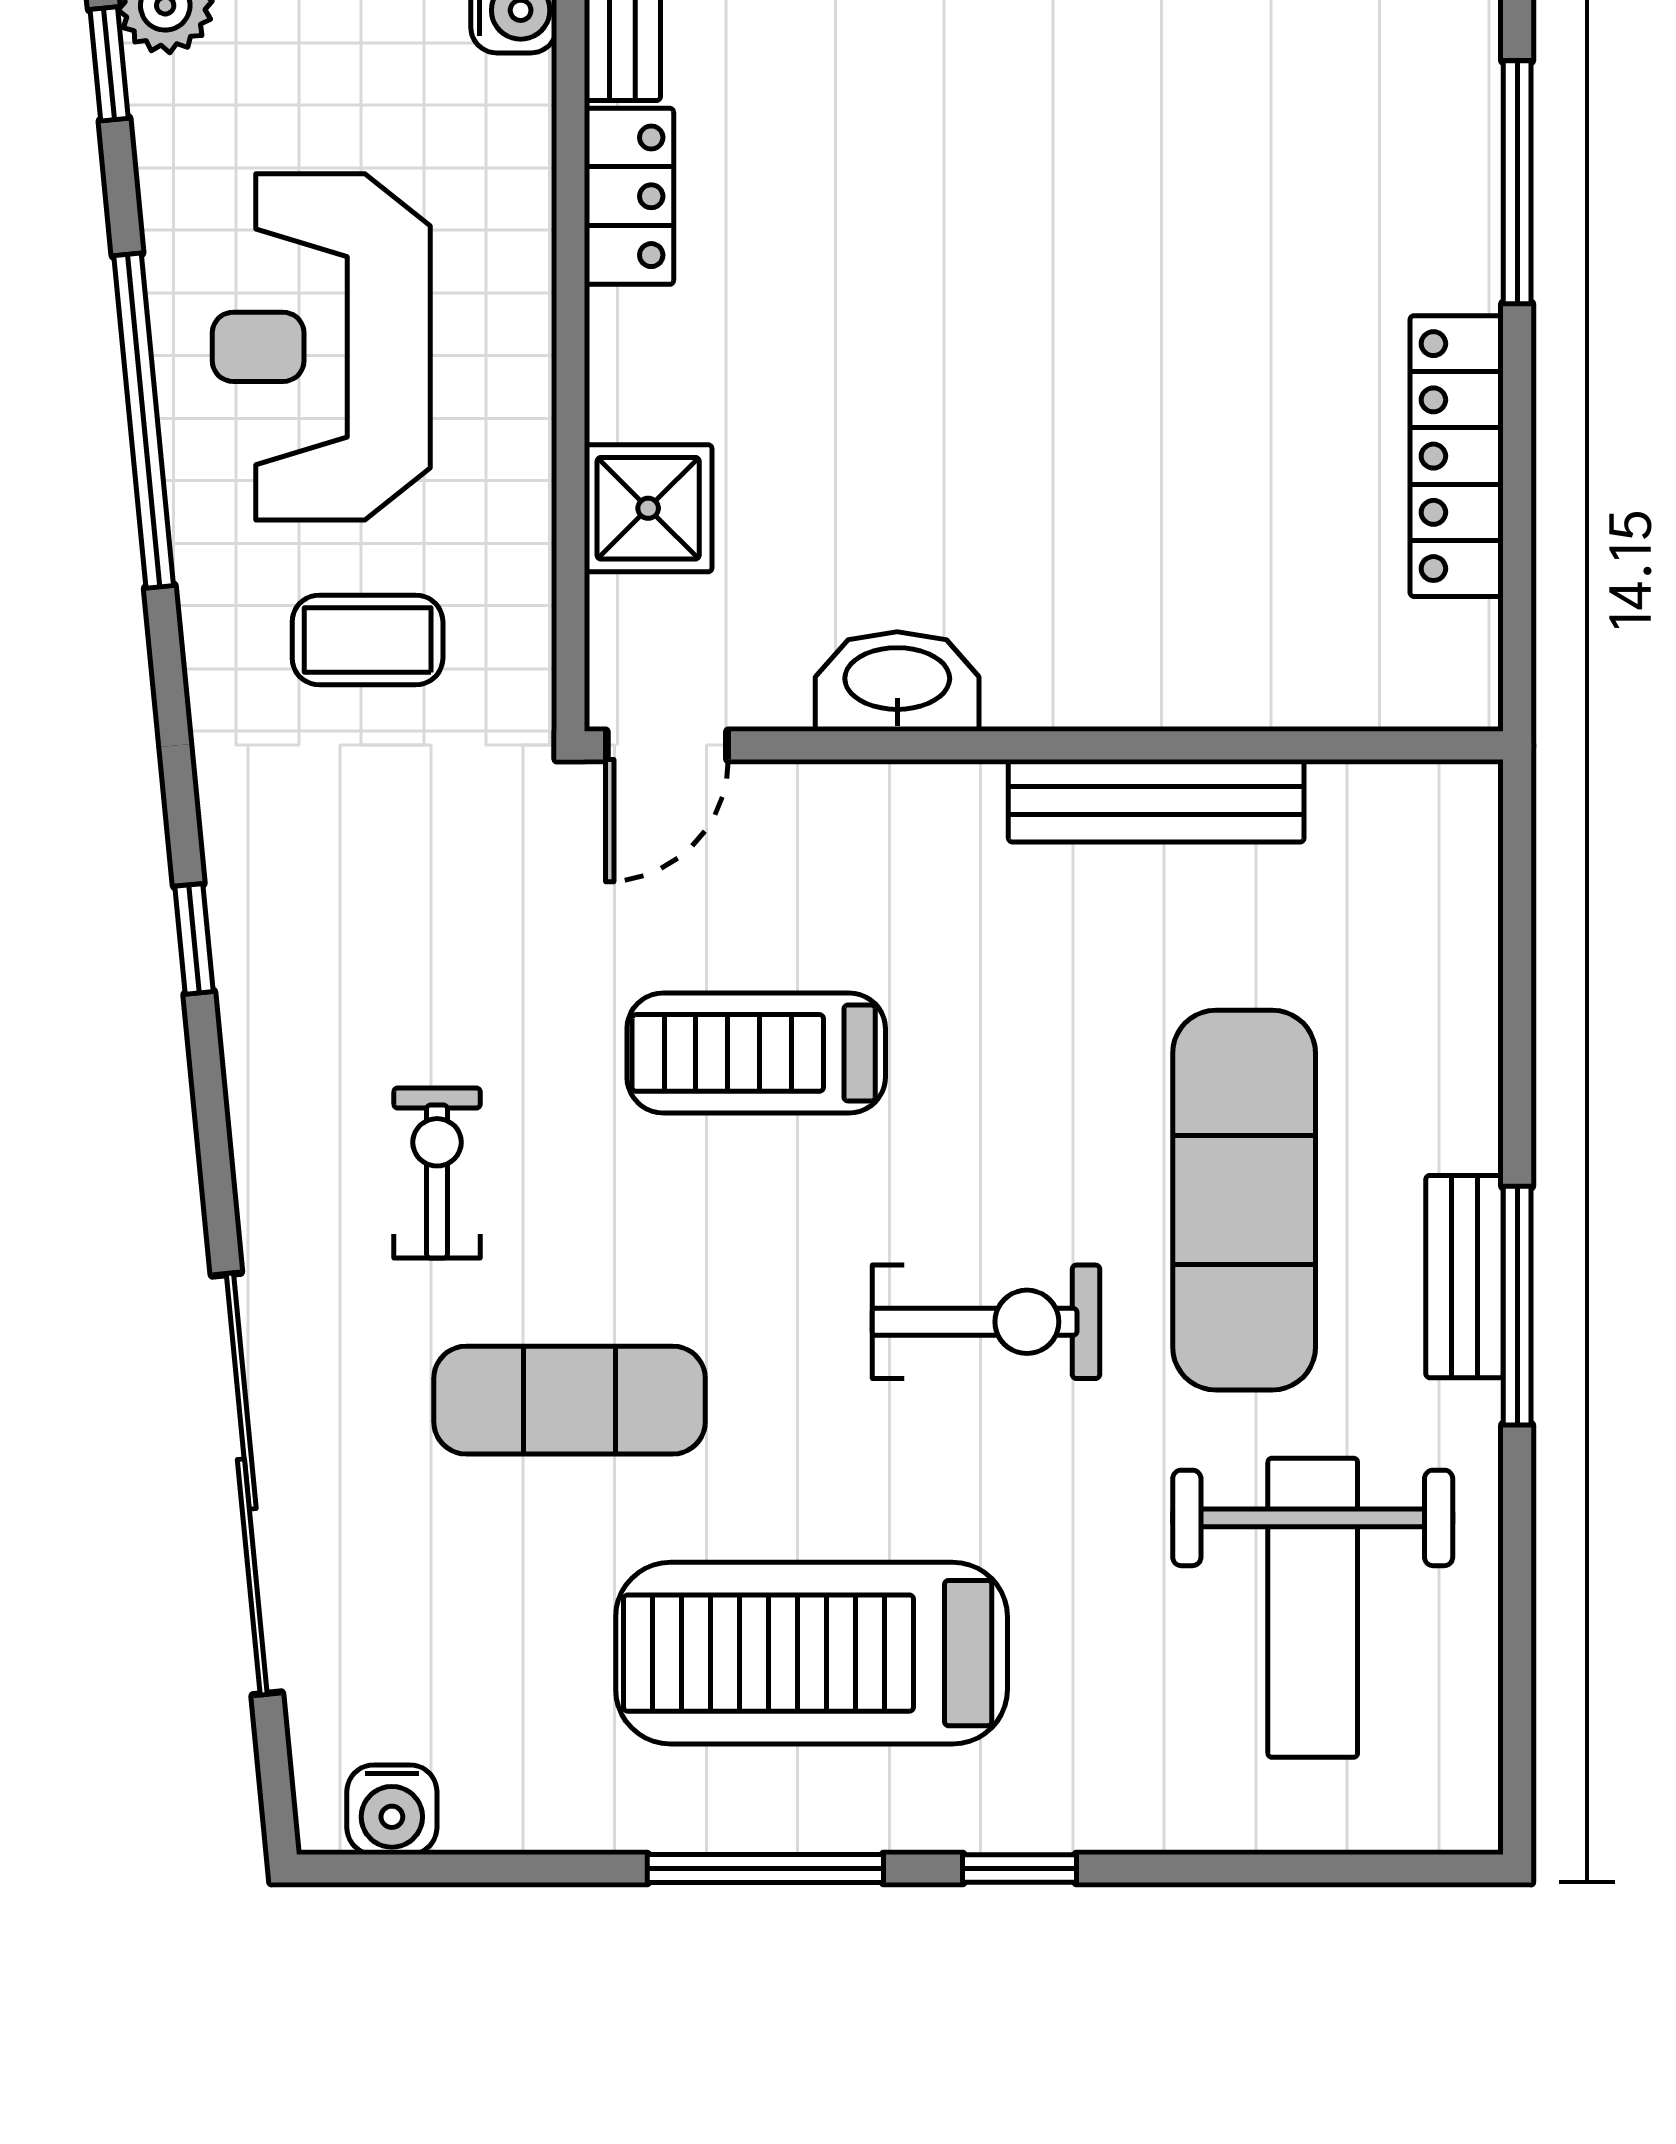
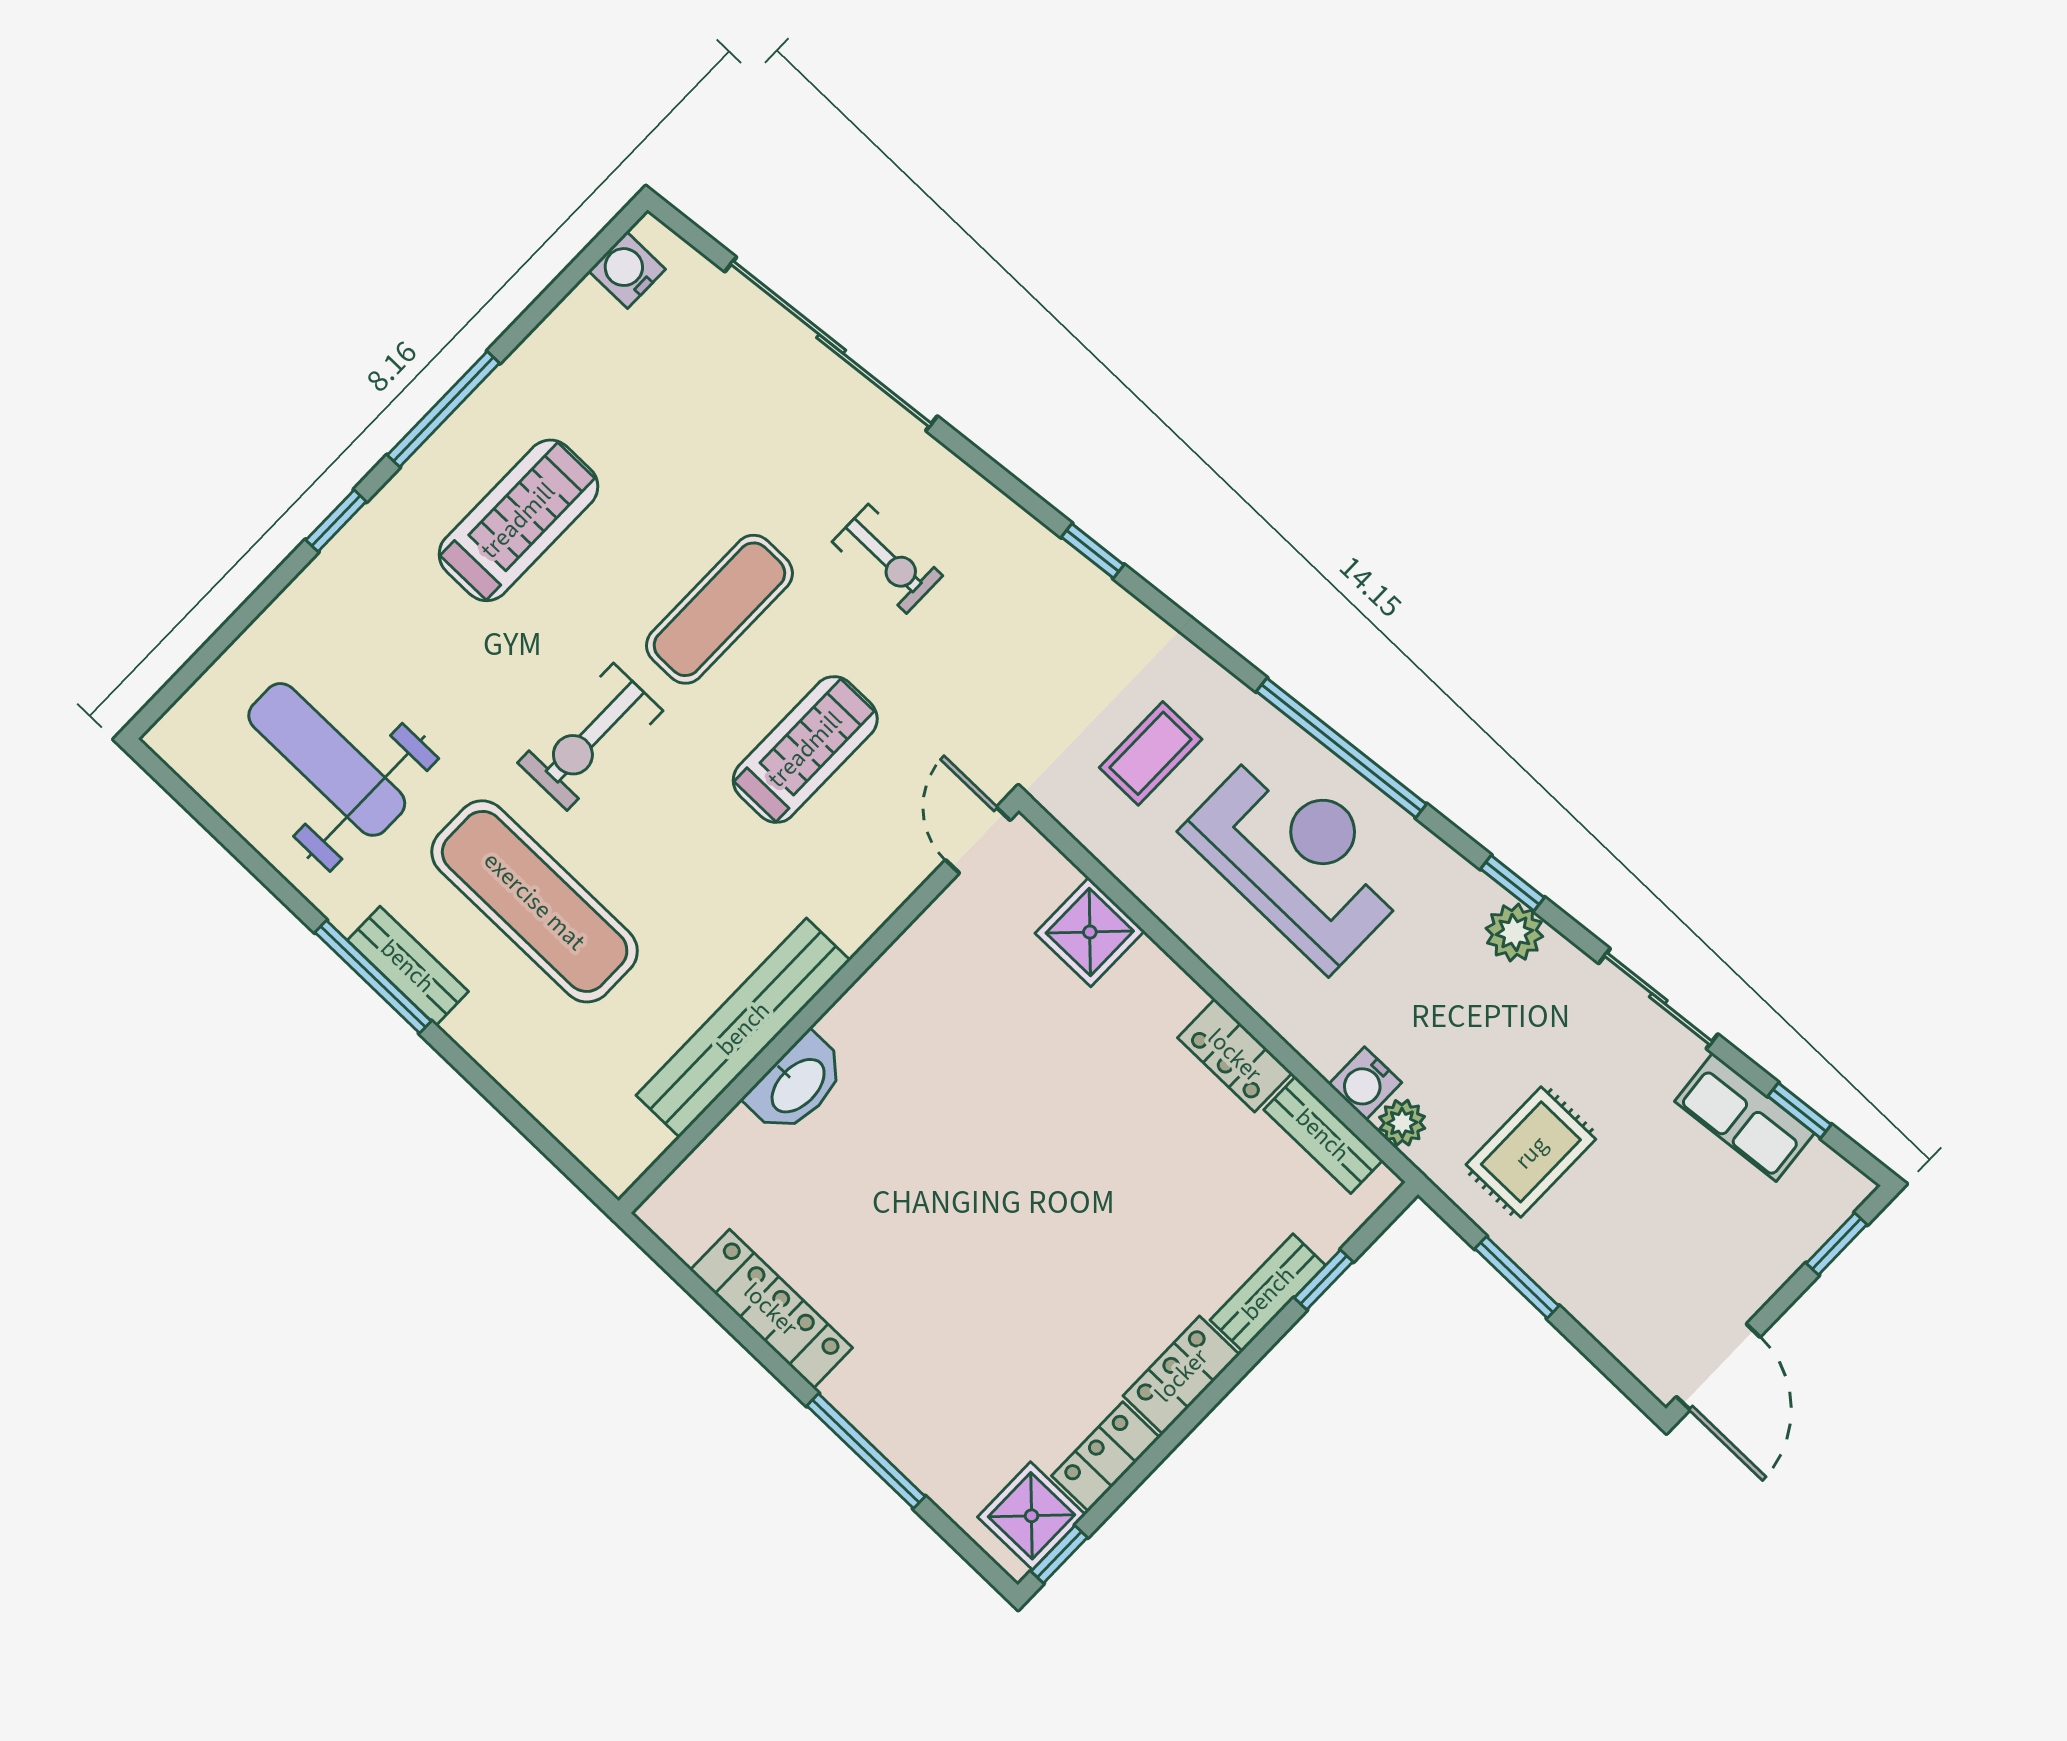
washbasin: (897, 682) -> (797, 1084), moved
bench: (1156, 801) -> (743, 1028), width x1.37, depth x1.21
exercise mat: (570, 1400) -> (719, 609), moved
treadmill: (812, 1653) -> (518, 520), width x0.73, depth x0.73

